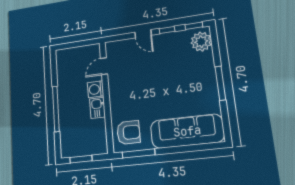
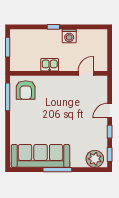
door: (104, 66) -> (86, 73), hinge flipped
washing machine: (96, 89) -> (69, 36), moved, turned 180
window: (56, 109) -> (53, 27), width x0.32
sofa: (187, 131) -> (41, 156), moved, turned -90

